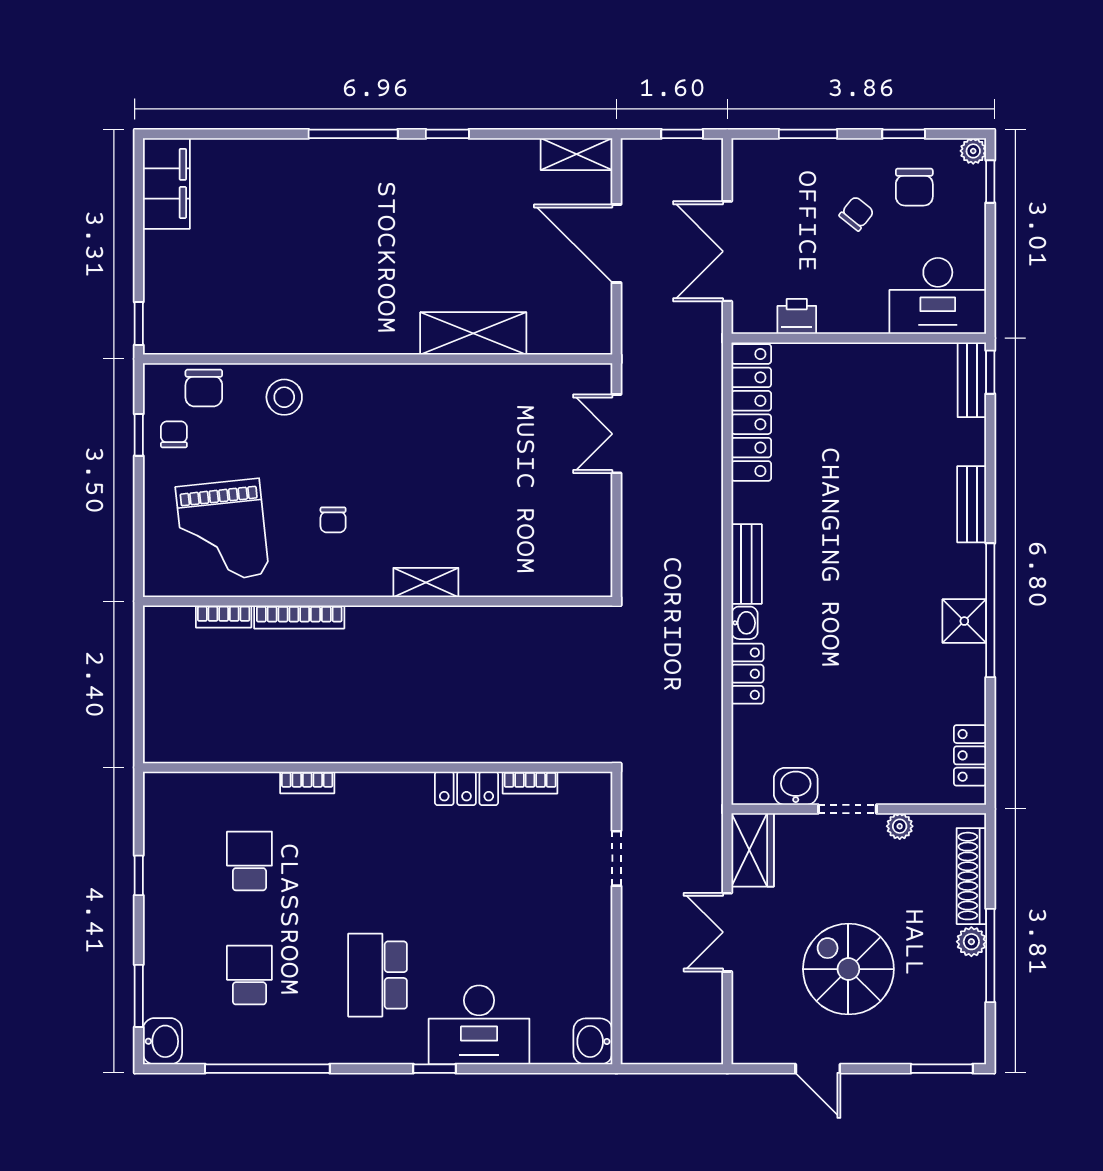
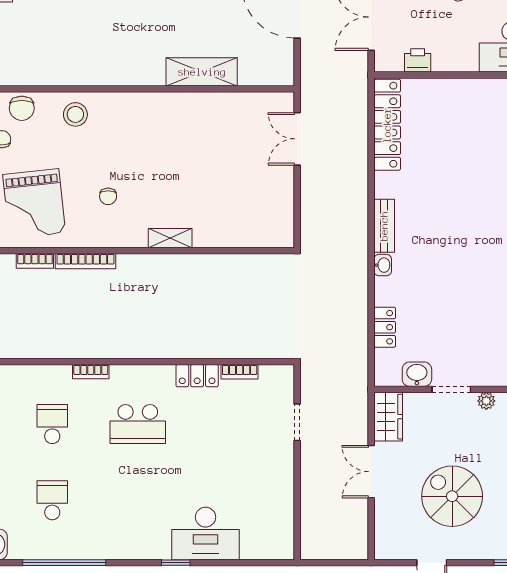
locker: (747, 674) -> (385, 327), moved
school desk: (378, 975) -> (138, 424), moved, turned -90
washbasin: (593, 1041) -> (281, 545), removed

